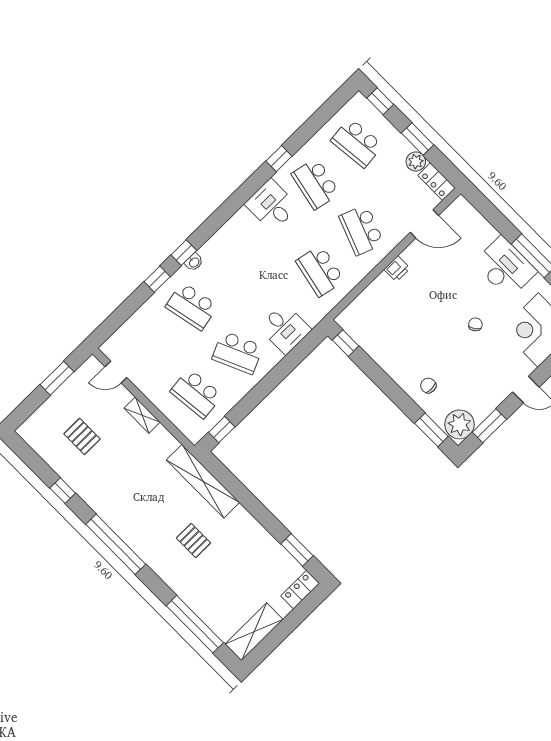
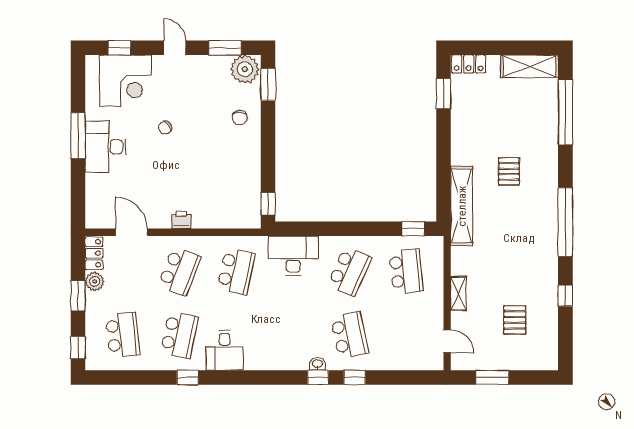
desk: (285, 328) -> (293, 256), width x1.37
school desk: (238, 353) -> (349, 271), turned 48

